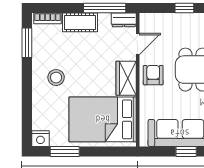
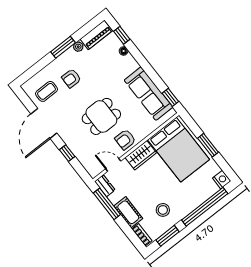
stool: (56, 78) -> (163, 210), moved
window: (27, 101) -> (205, 207), added
window: (65, 151) -> (208, 145), moved
window: (186, 151) -> (170, 97), moved

